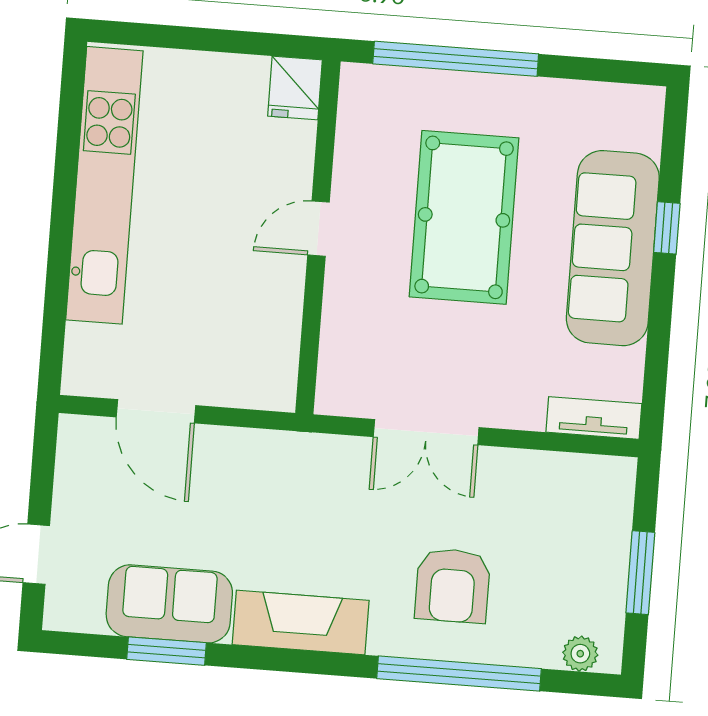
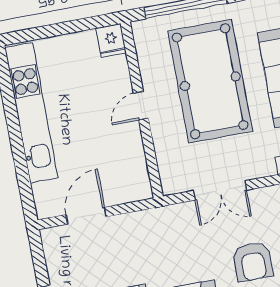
pool table: (464, 217) -> (210, 81), width x1.36, depth x1.32
door: (156, 411) -> (86, 216), swing flipped

